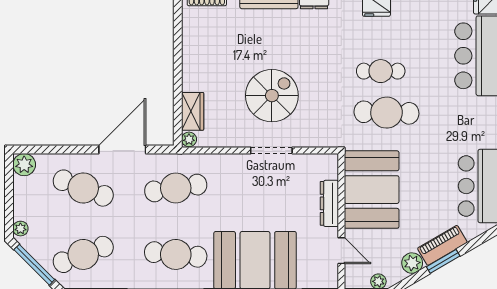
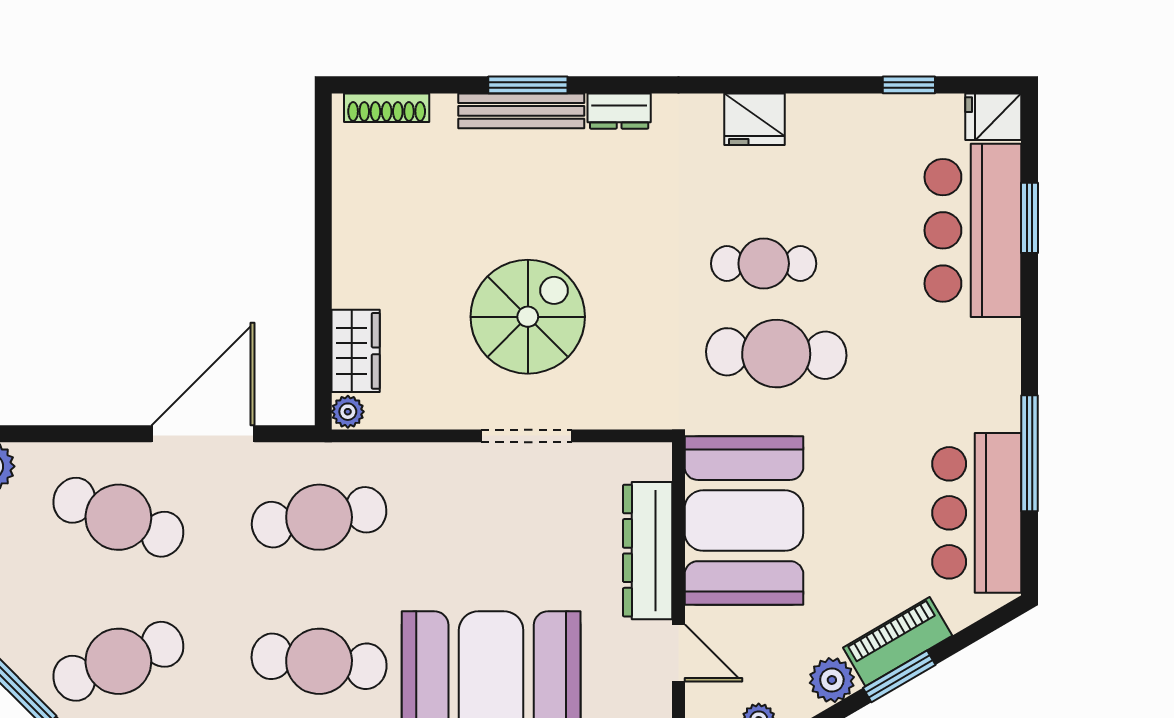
dresser: (329, 203) -> (648, 551), width x1.37, depth x1.24

